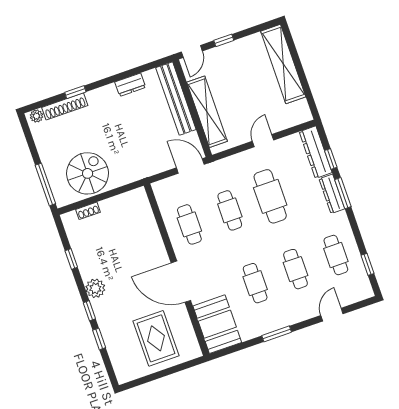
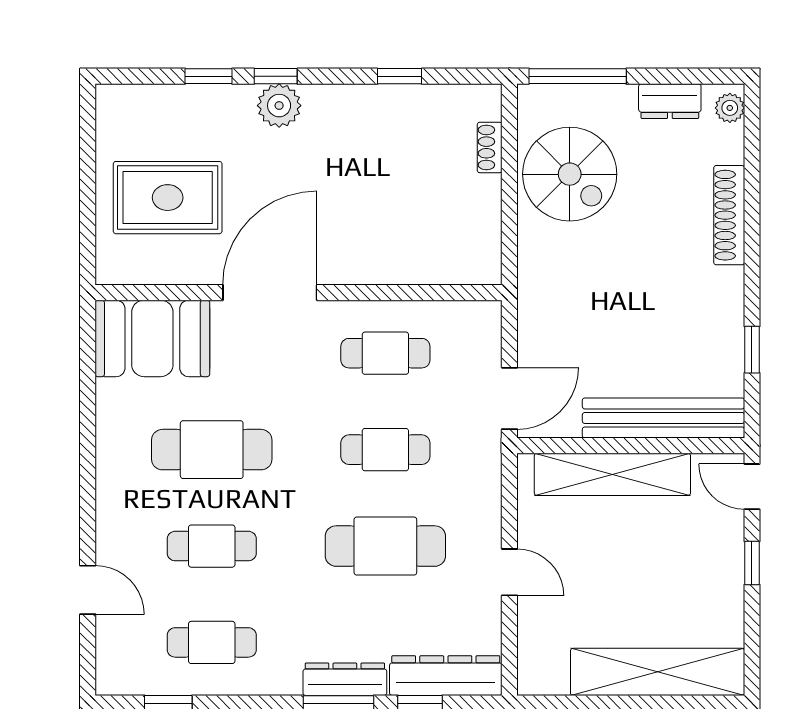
dresser: (130, 85) -> (670, 101), moved, turned -90
window: (75, 92) -> (752, 350), moved
shoe rack: (65, 106) -> (729, 215), moved
cafe table: (255, 283) -> (212, 450), width x1.37, depth x1.35
plant: (95, 288) -> (279, 106), moved
window: (277, 334) -> (88, 458), removed

